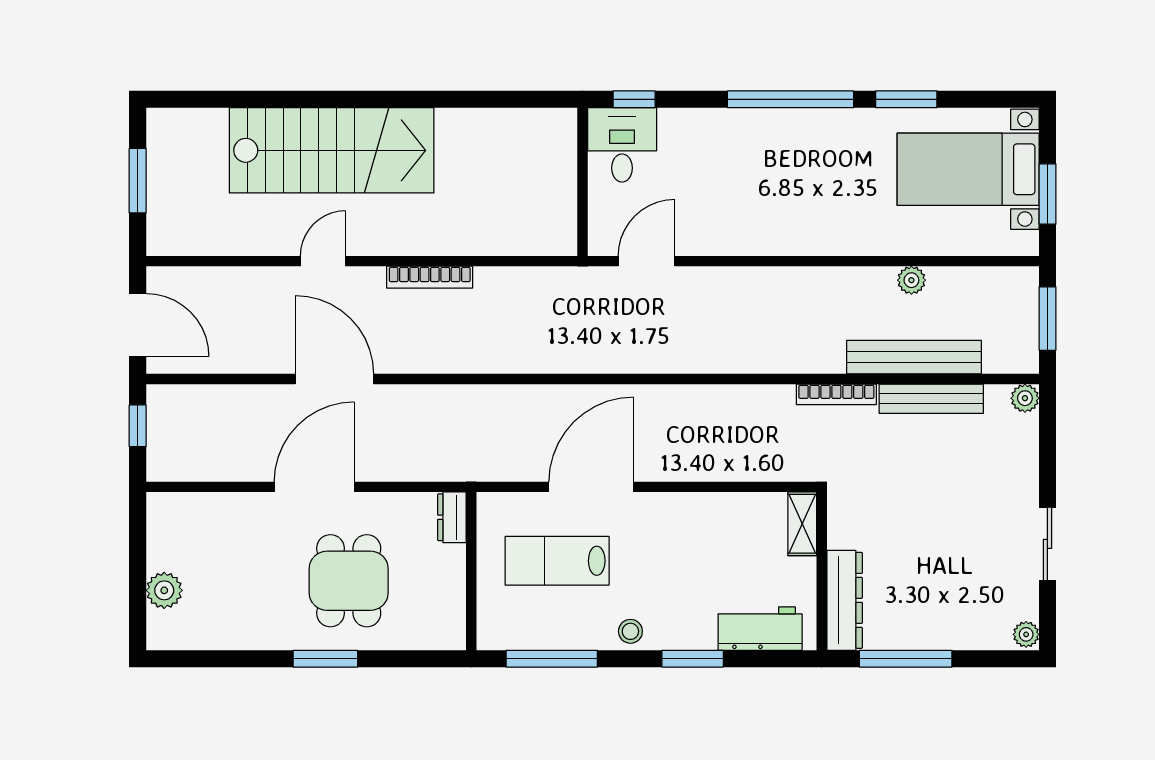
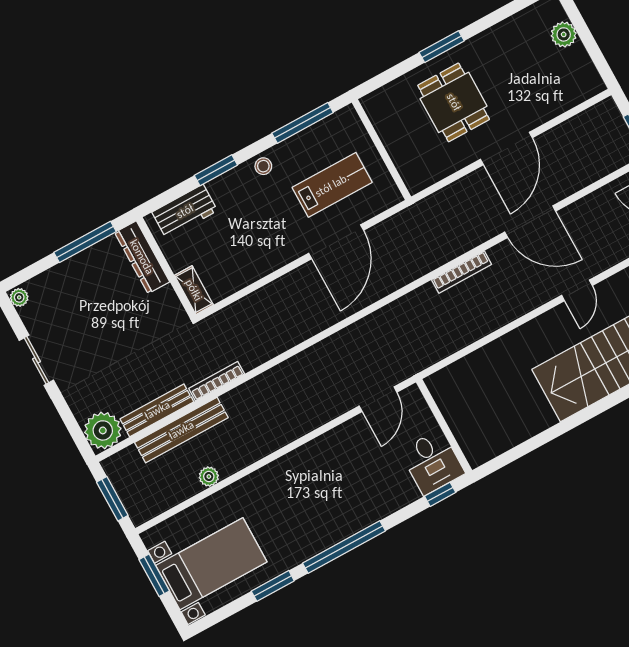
bookcase: (430, 277) -> (462, 272), moved, turned 180
plant: (1025, 398) -> (103, 430), width x1.87, depth x1.87
dresser: (452, 517) -> (411, 176), removed

